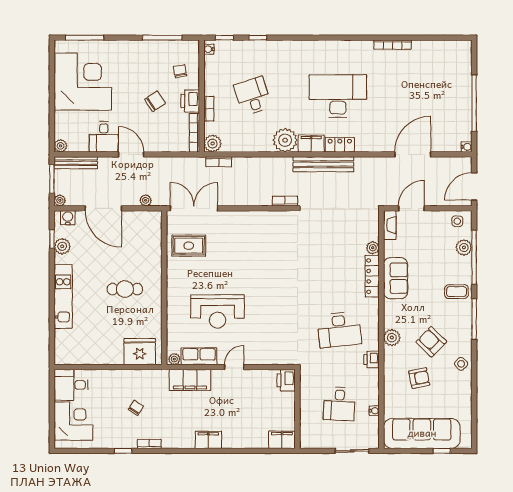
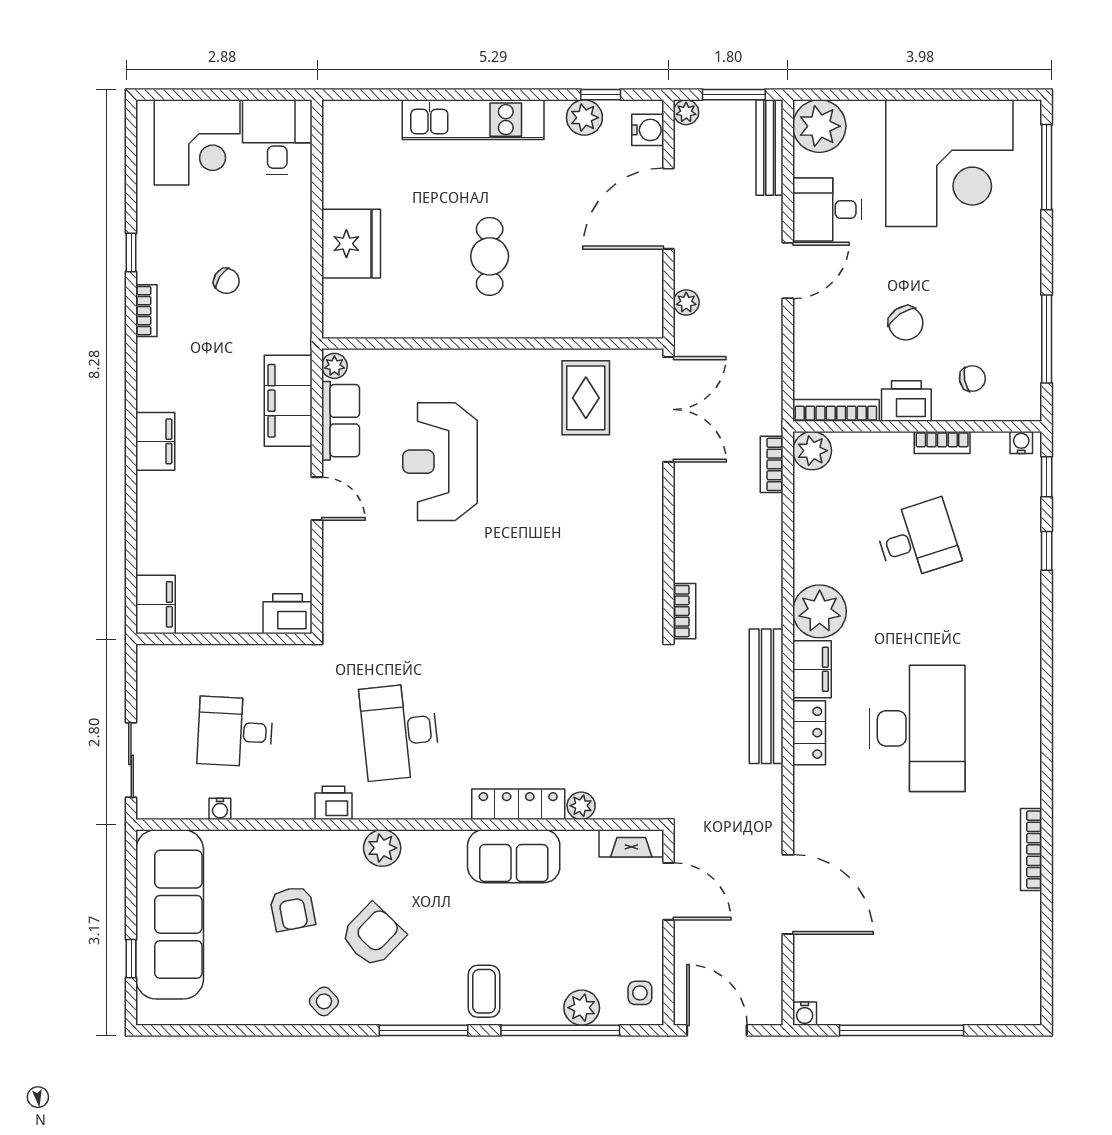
bookcase: (209, 109) -> (942, 443), moved
plant: (61, 146) -> (819, 126), width x1.88, depth x1.88
fridge: (140, 352) -> (351, 244), moved

